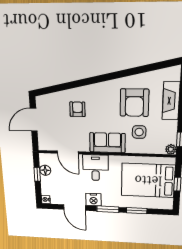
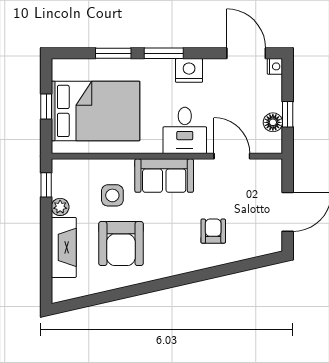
armchair: (134, 103) -> (121, 244), turned 180
armchair: (77, 109) -> (213, 231), turned 180
plant: (171, 149) -> (60, 207), moved
door: (74, 208) -> (246, 53), moved

